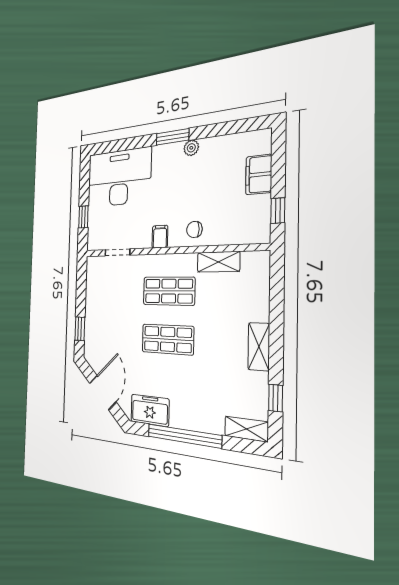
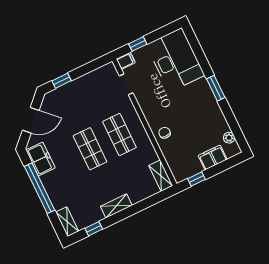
plant: (191, 148) -> (229, 138), moved
filing cabinet: (160, 237) -> (126, 61), moved
shelving: (218, 262) -> (161, 176), moved

